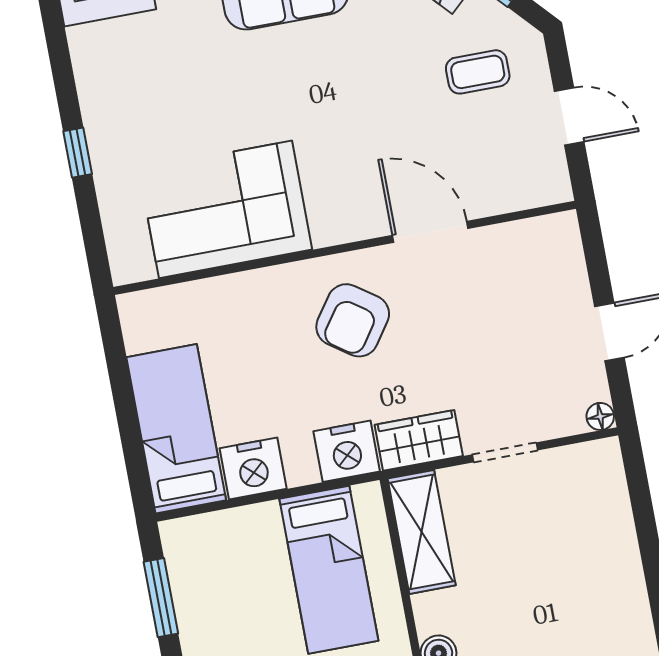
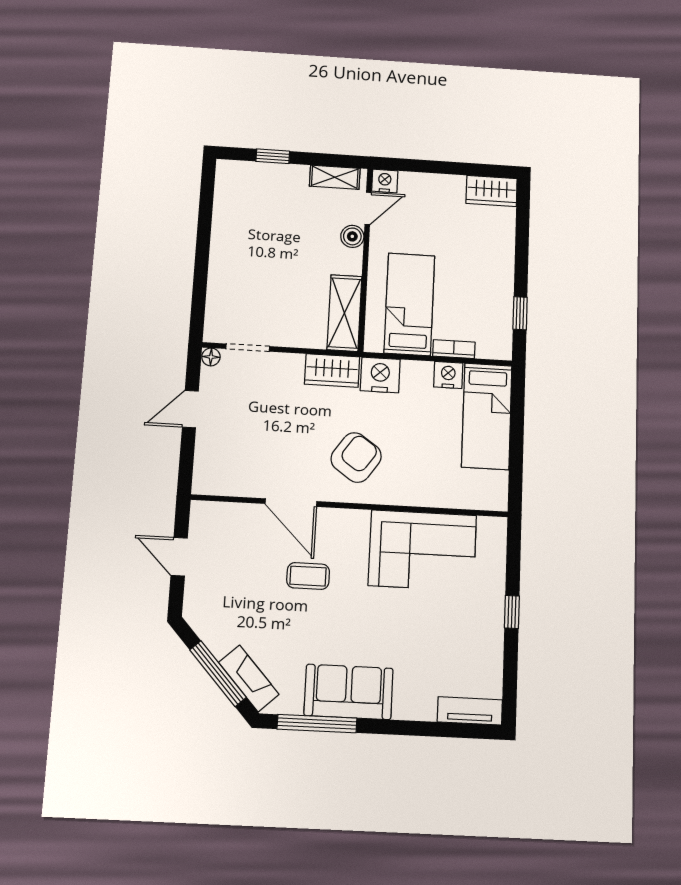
coffee table: (478, 72) -> (308, 576), moved
doorway: (505, 452) -> (248, 348), moved
nightstand: (253, 469) -> (448, 375), width x0.74, depth x0.75
bookcase: (247, 518) -> (454, 349), added
window: (161, 598) -> (520, 313), width x0.67

